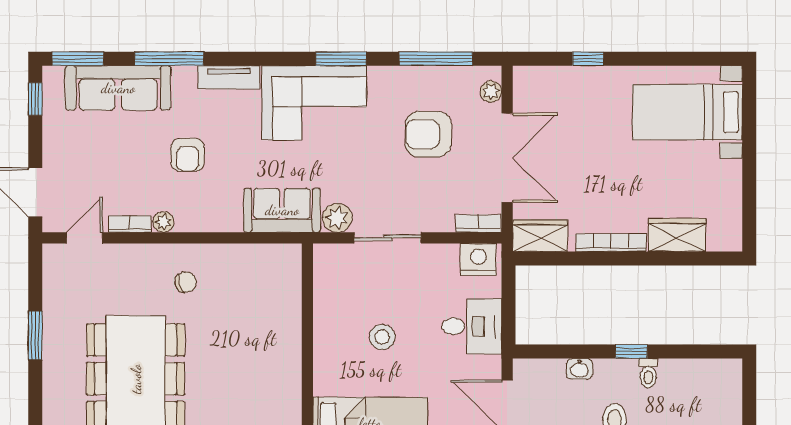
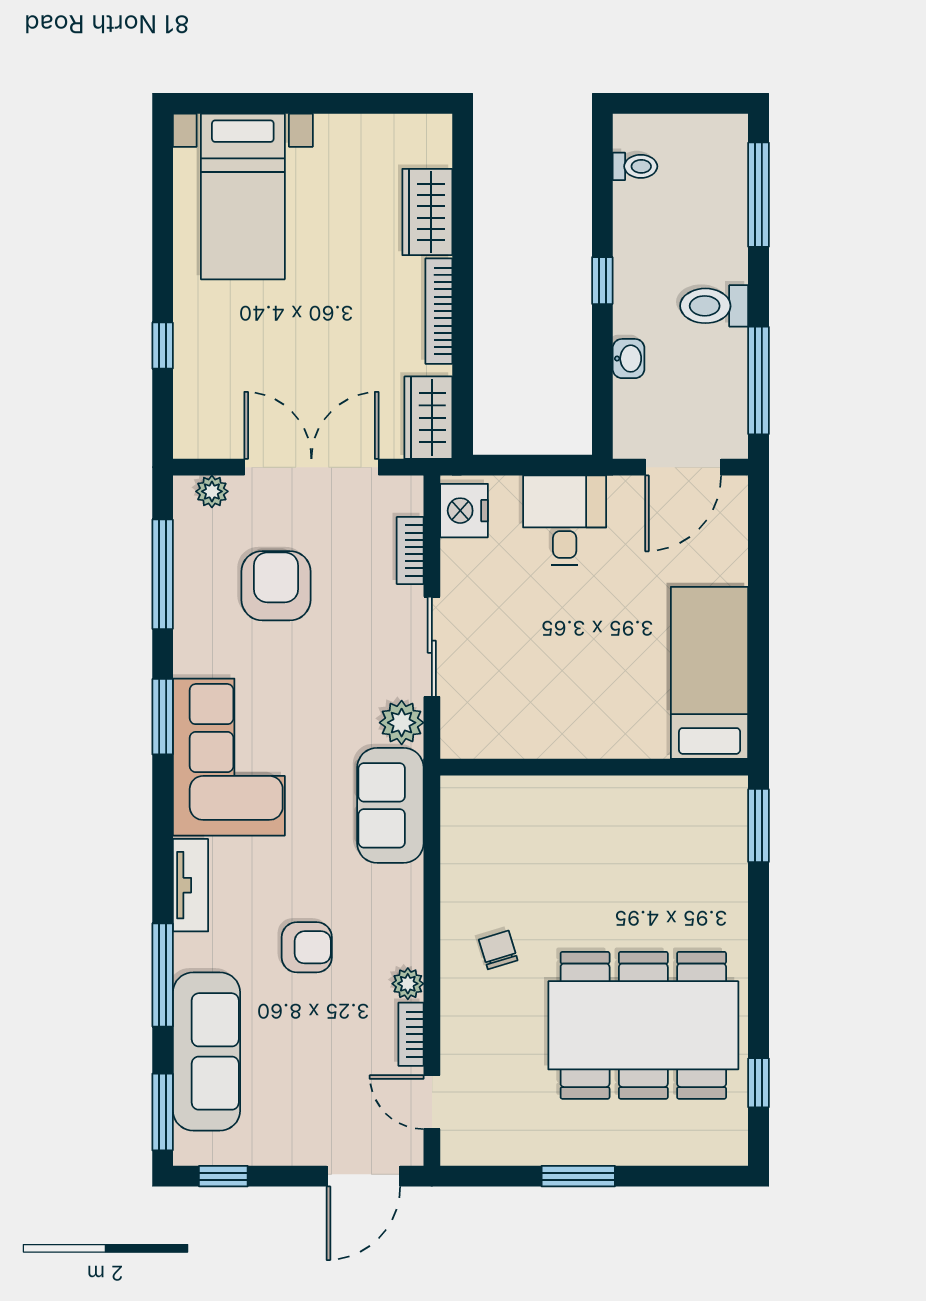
armchair: (428, 134) -> (276, 586), turned 180
bookcase: (478, 223) -> (410, 550), moved
stool: (382, 337) -> (581, 655), removed
toilet: (648, 373) -> (635, 166), moved

